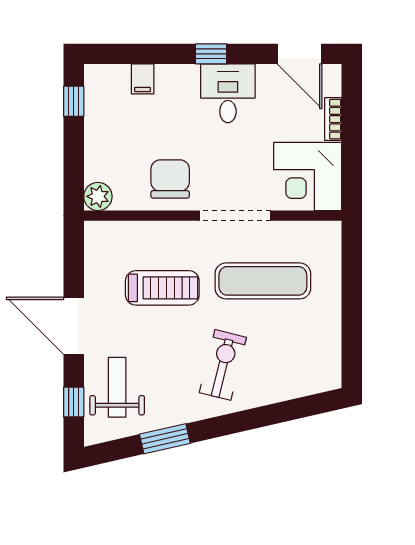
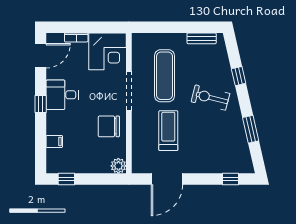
door: (74, 326) -> (167, 179), moved
bench: (331, 349) -> (202, 38), added
weight bench: (117, 387) -> (223, 155), removed
window: (262, 417) -> (239, 76), added

